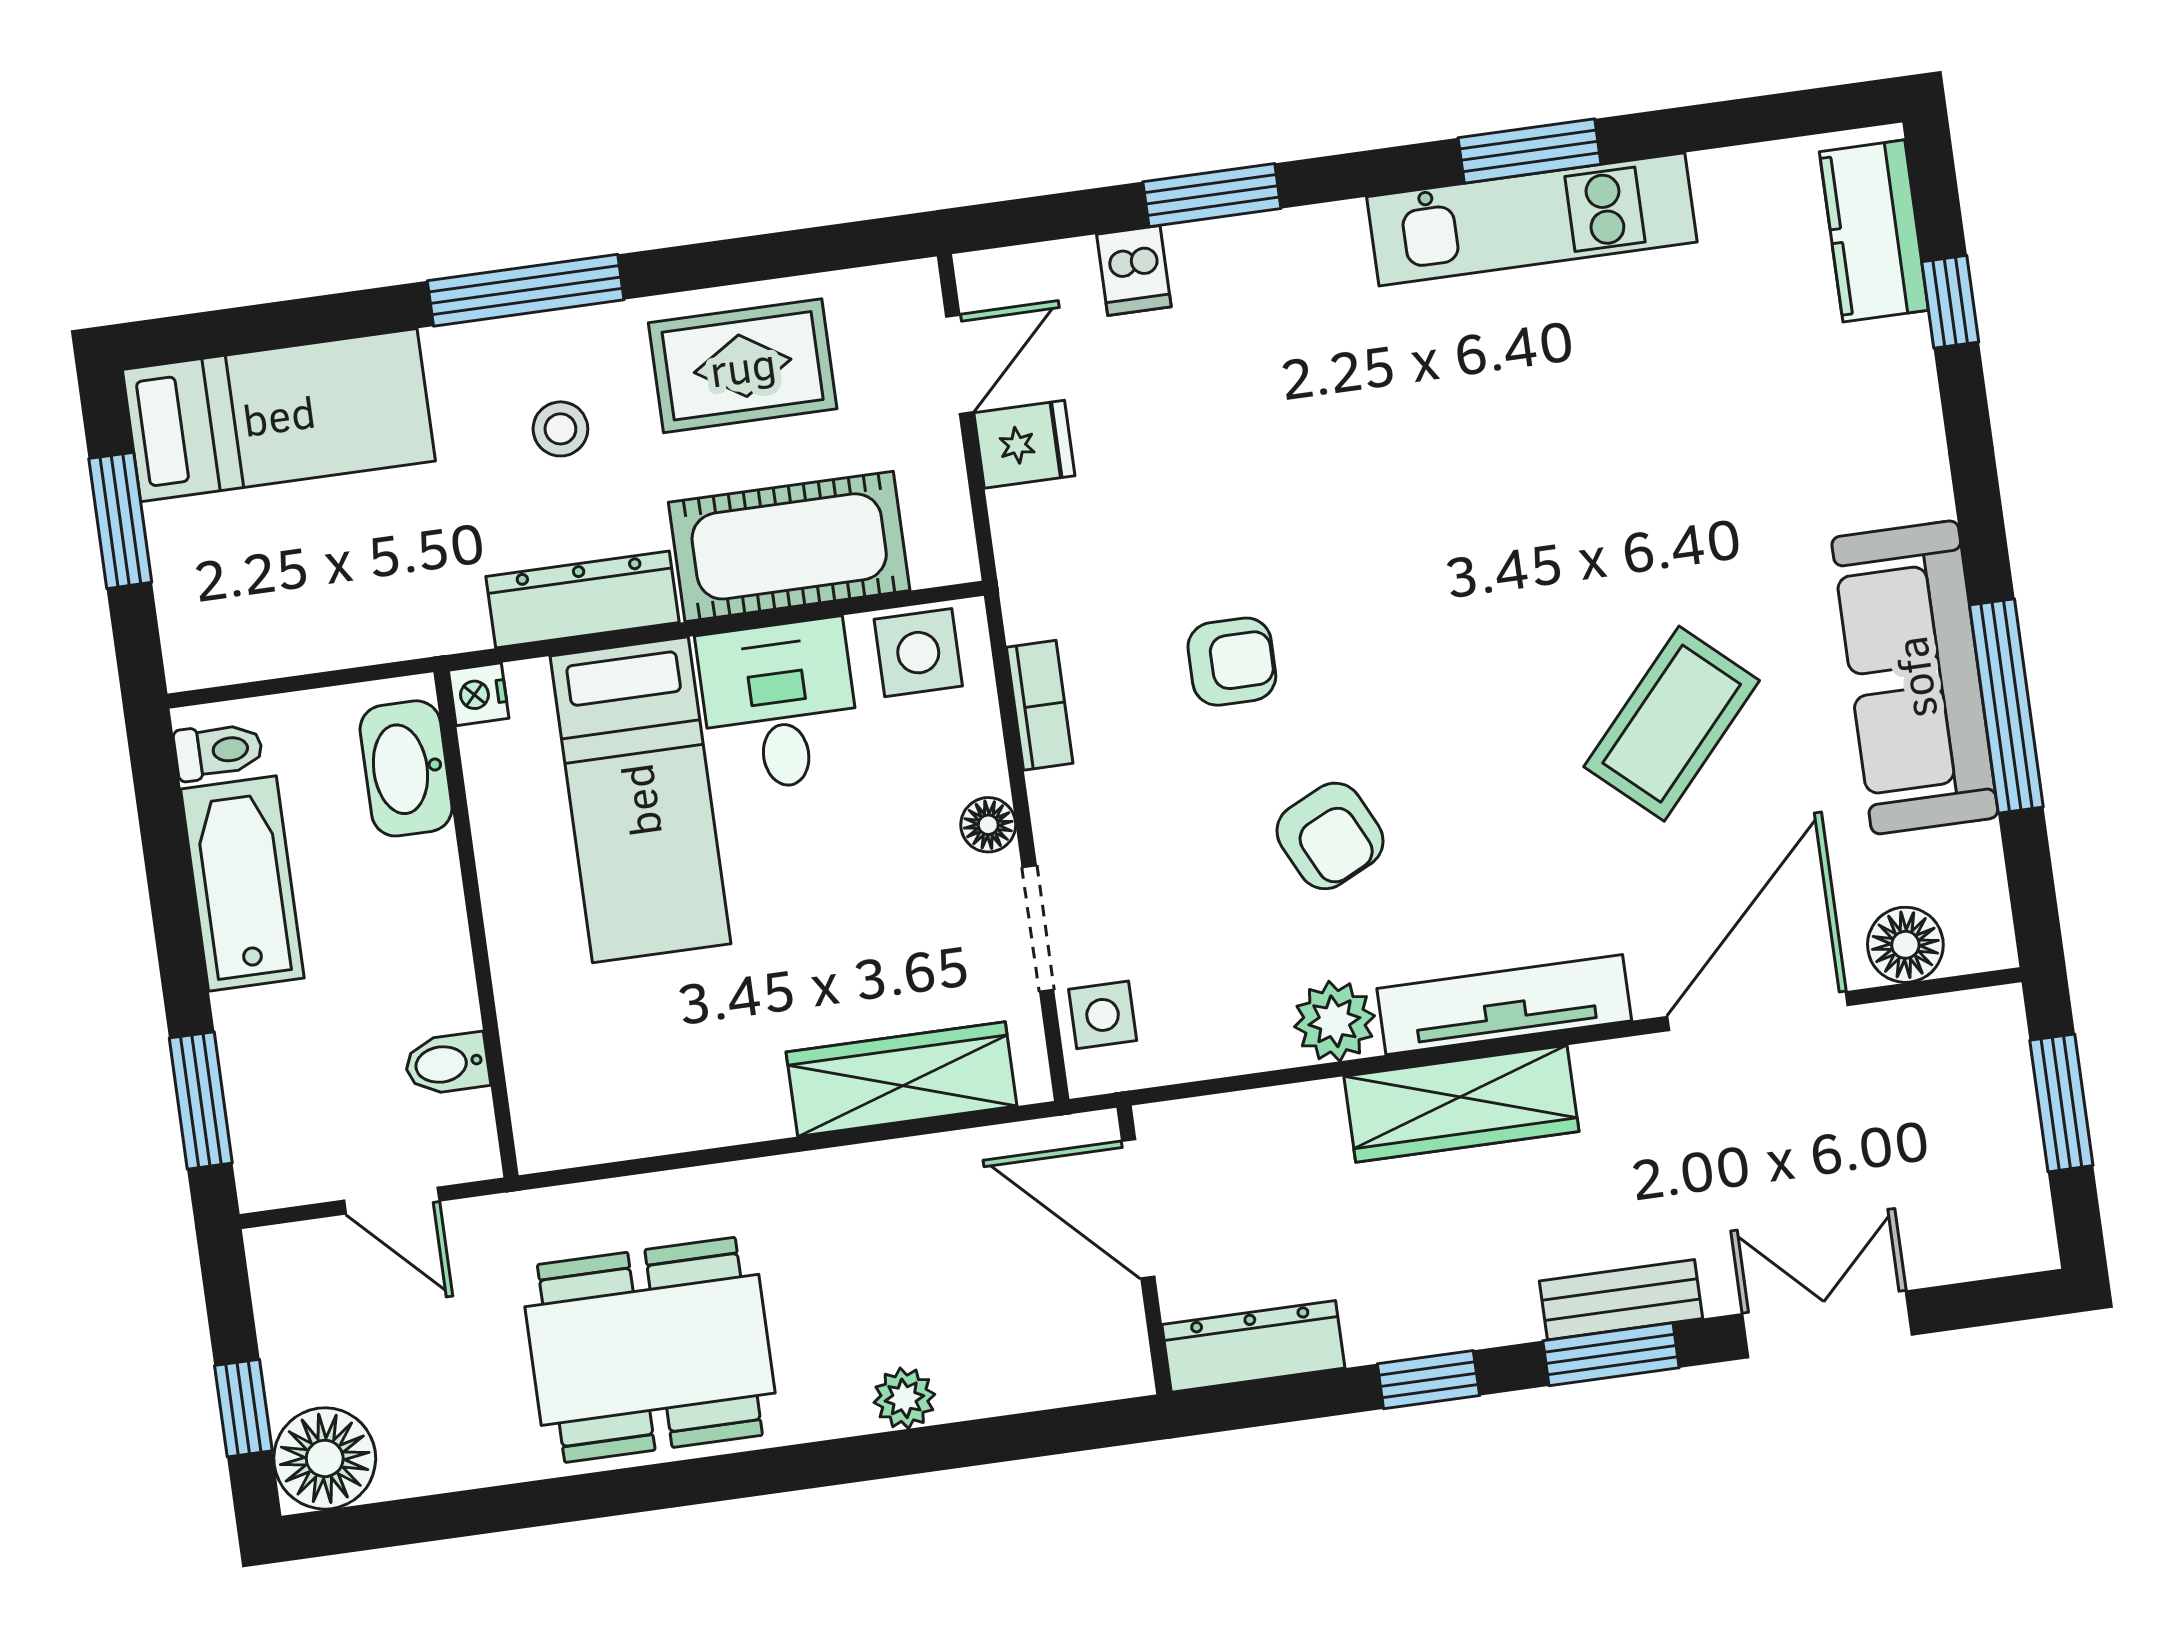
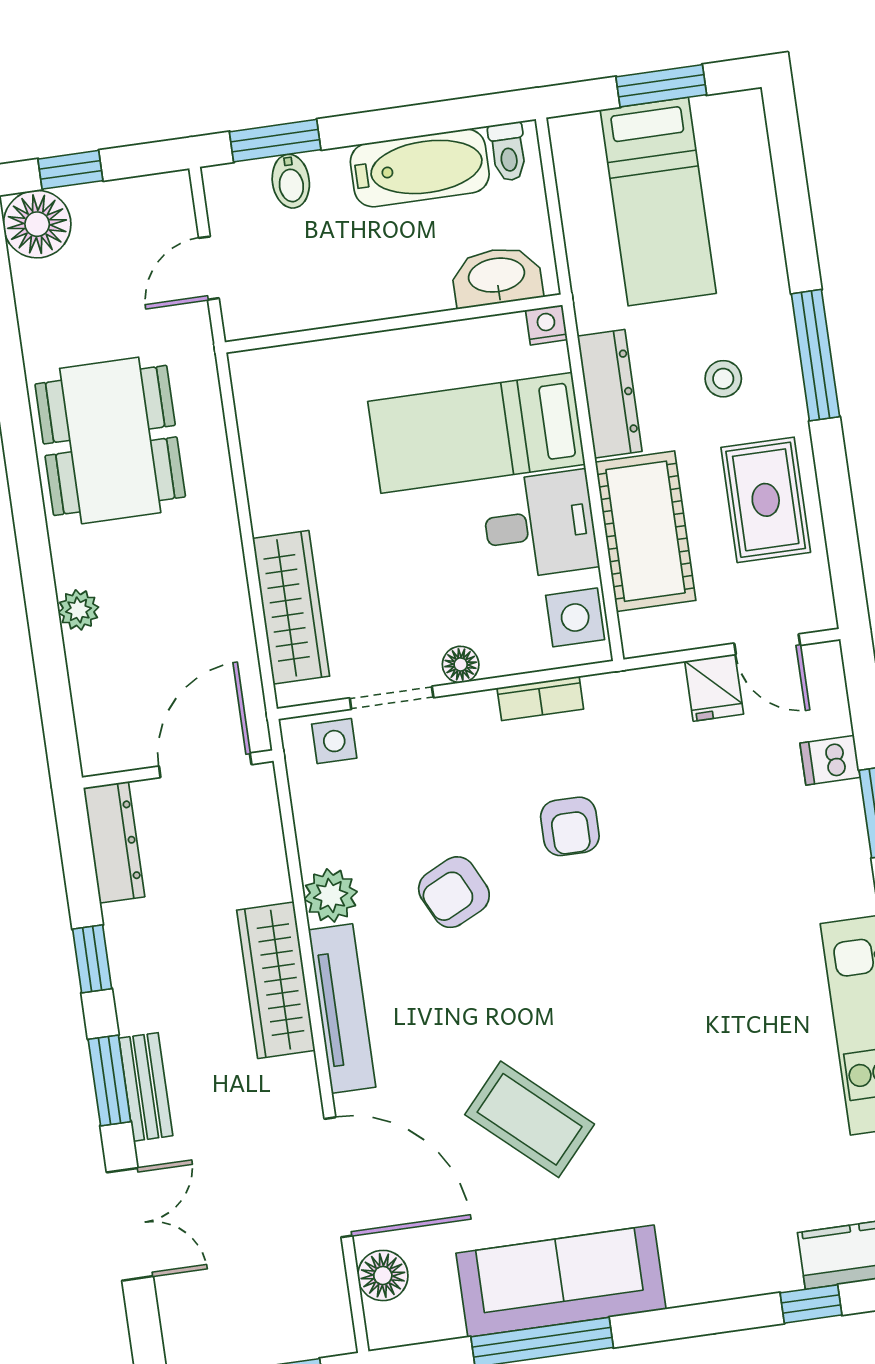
bed: (279, 415) -> (658, 202), moved
bidet: (447, 1064) -> (291, 181), moved, turned 180

